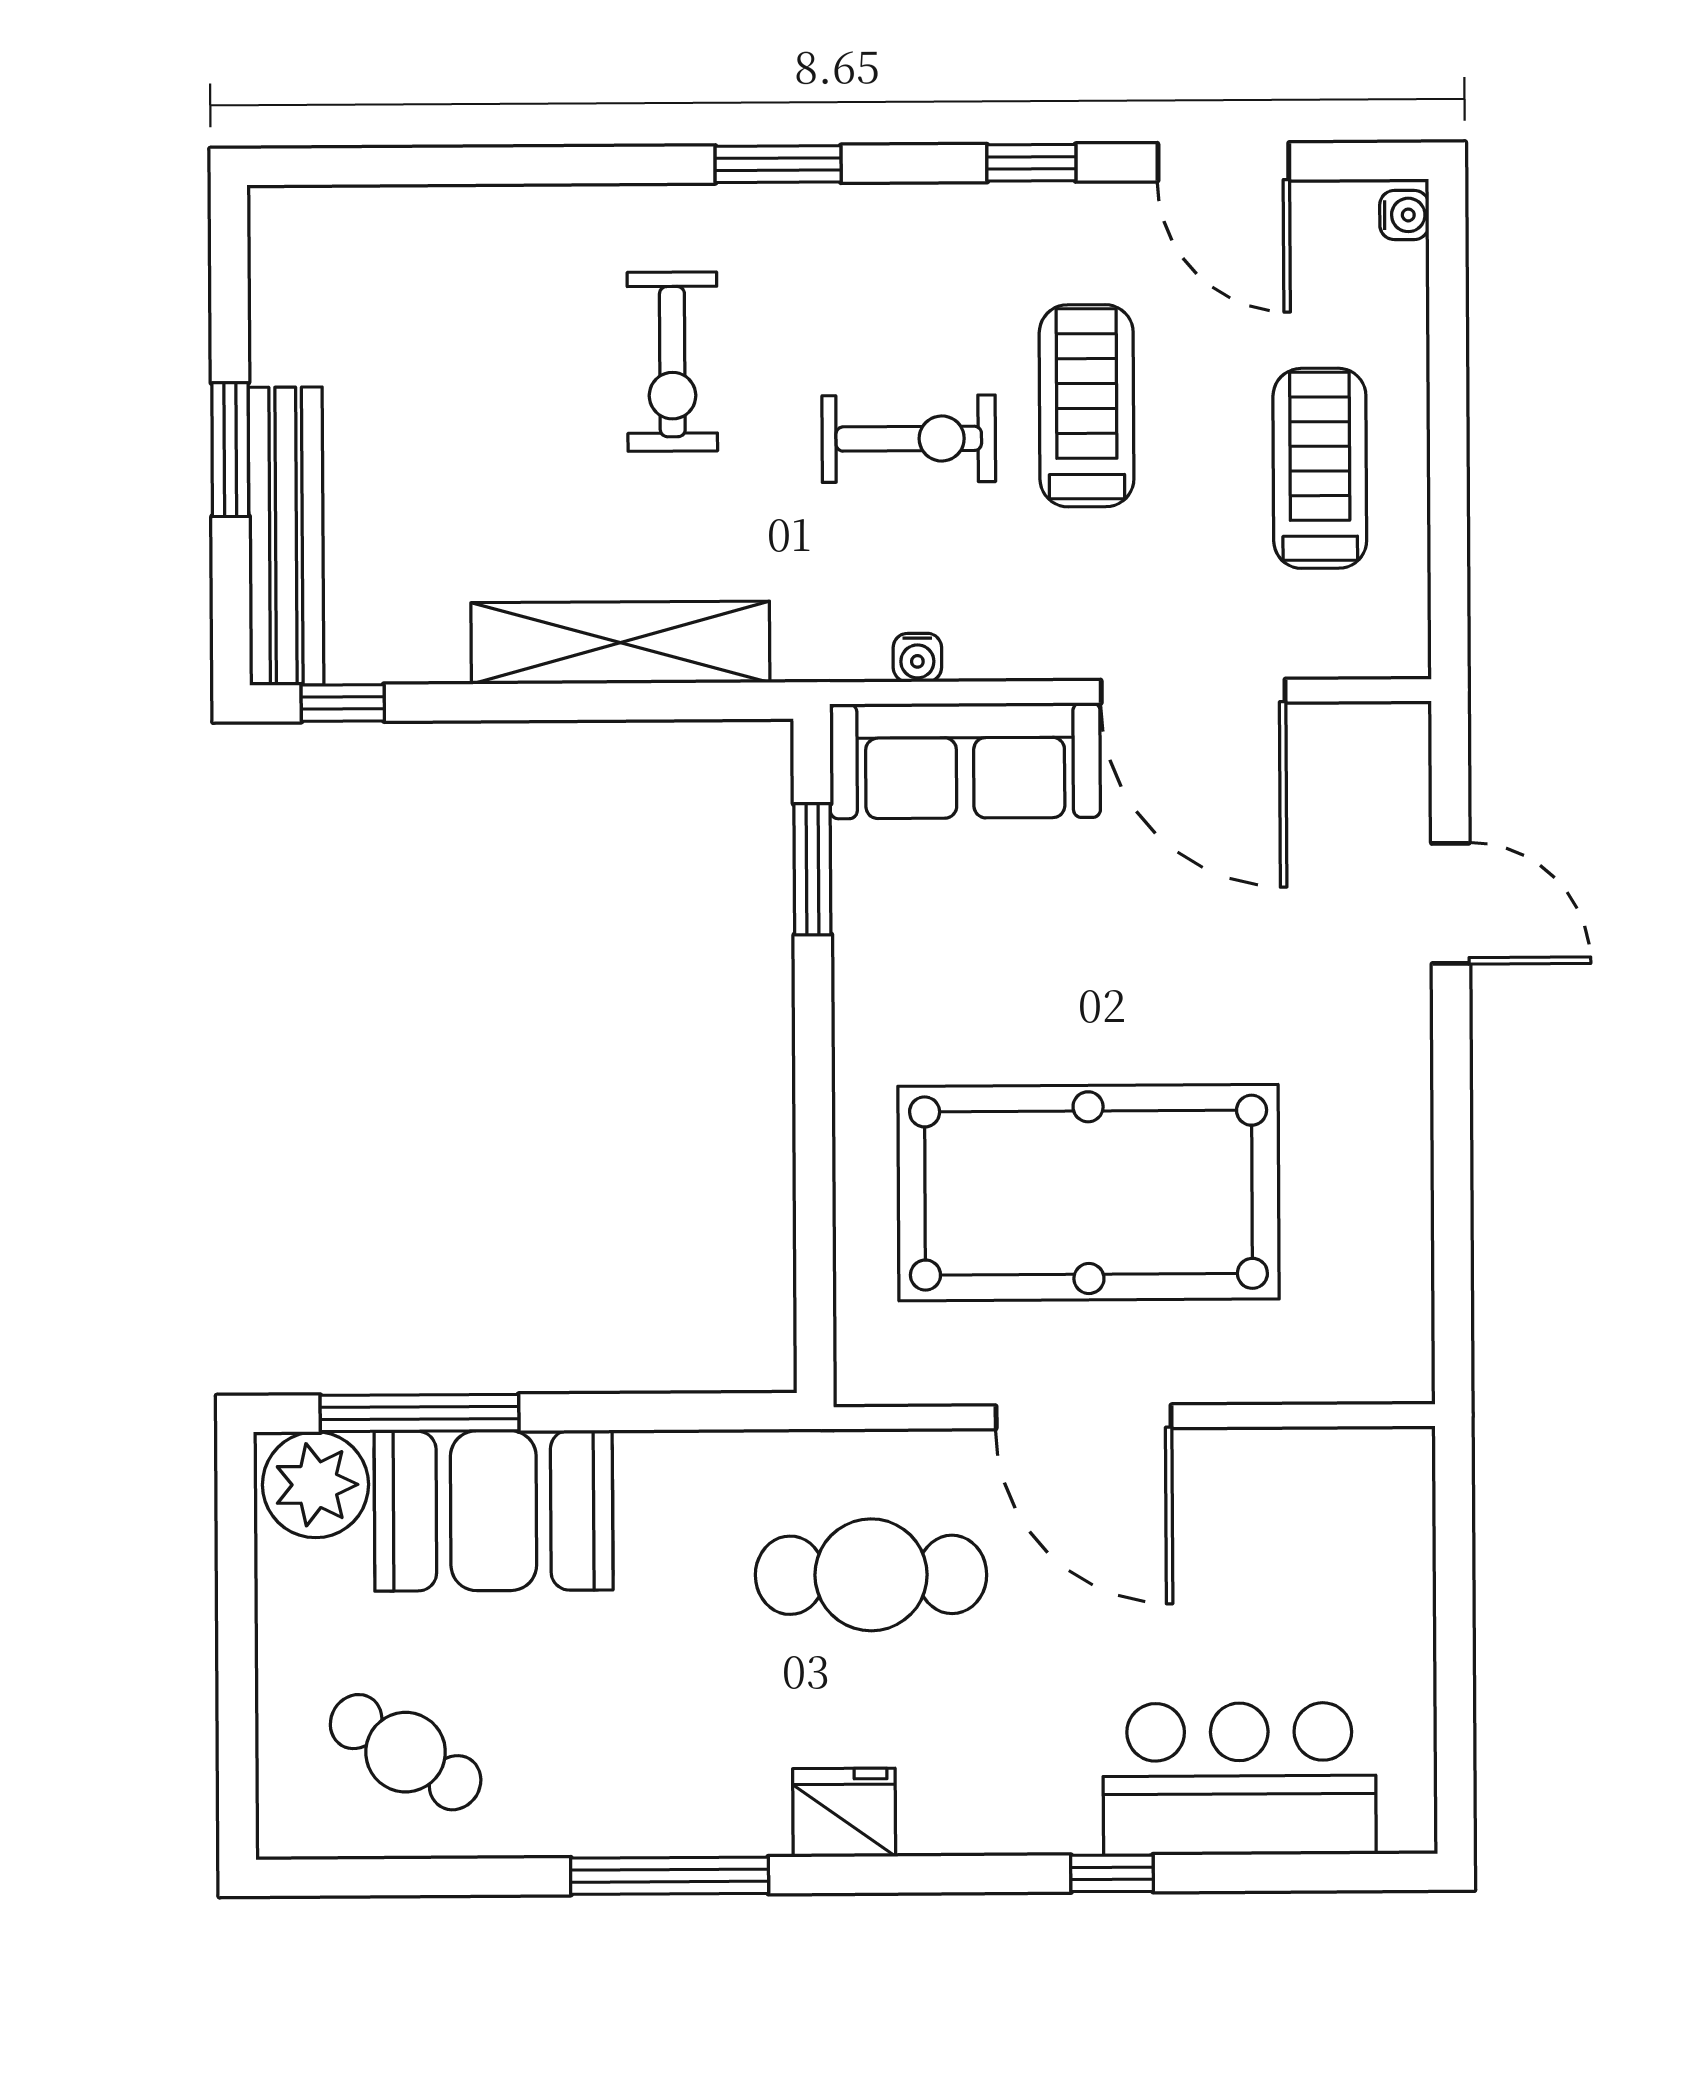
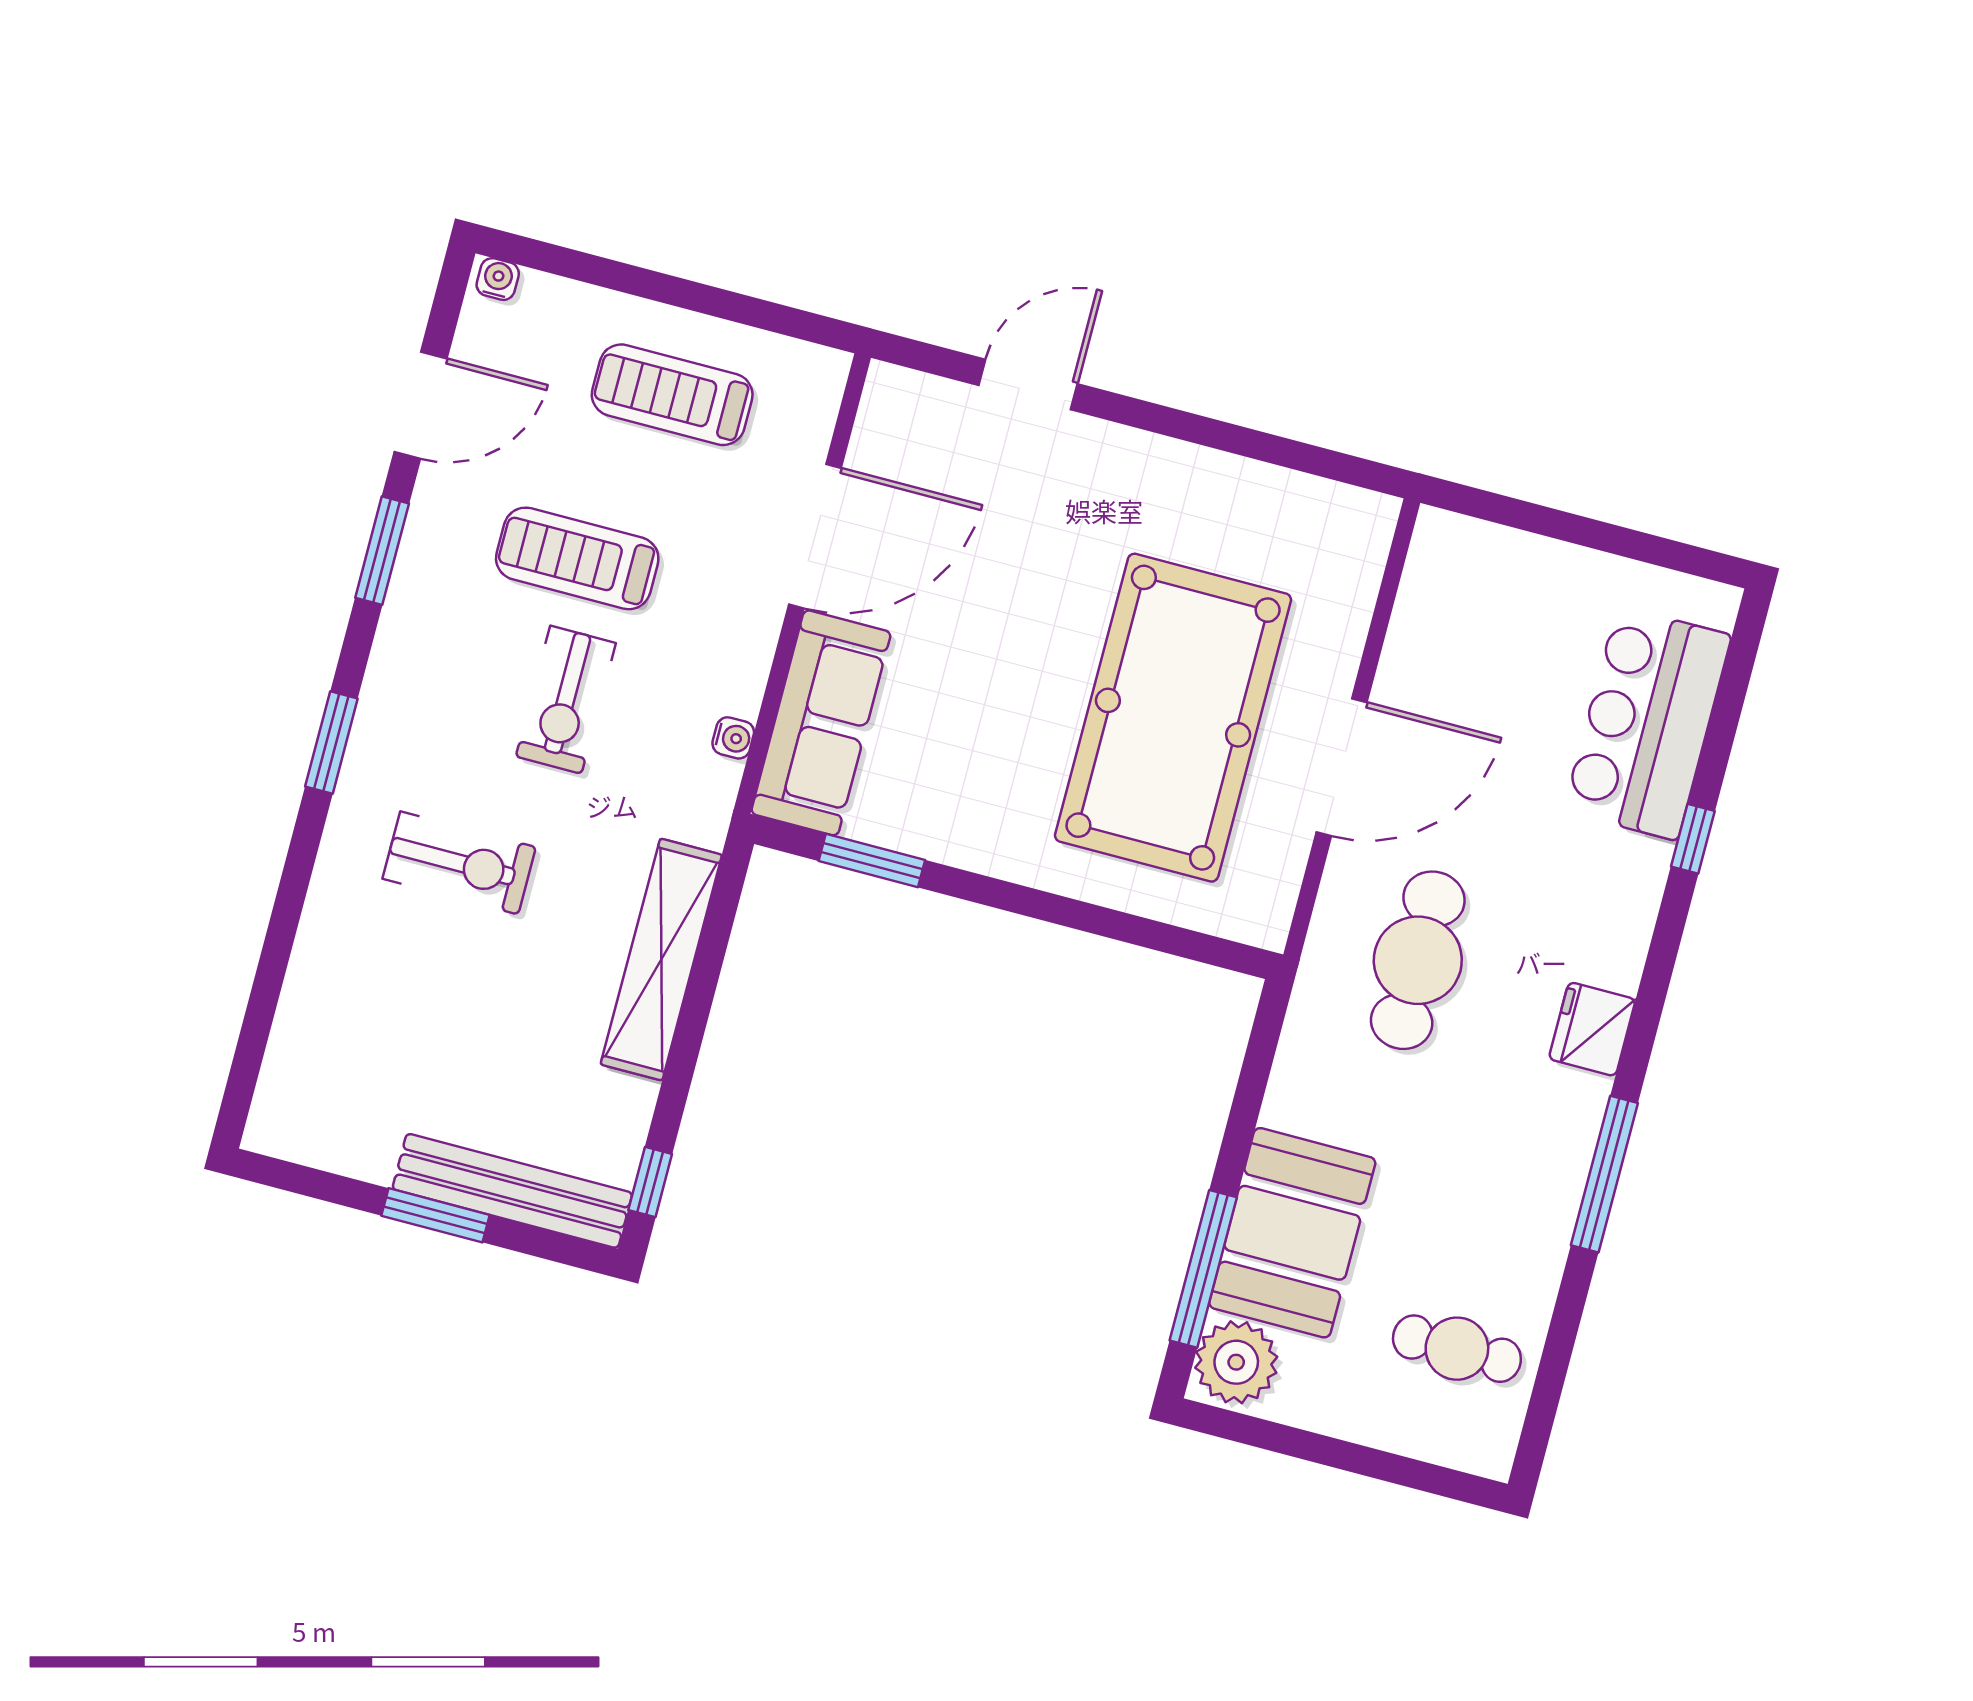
window: (1031, 163) -> (382, 551), width x1.50
exercise bike: (909, 439) -> (566, 700), turned 180
cafe table: (406, 1752) -> (1457, 1349), turned 58

